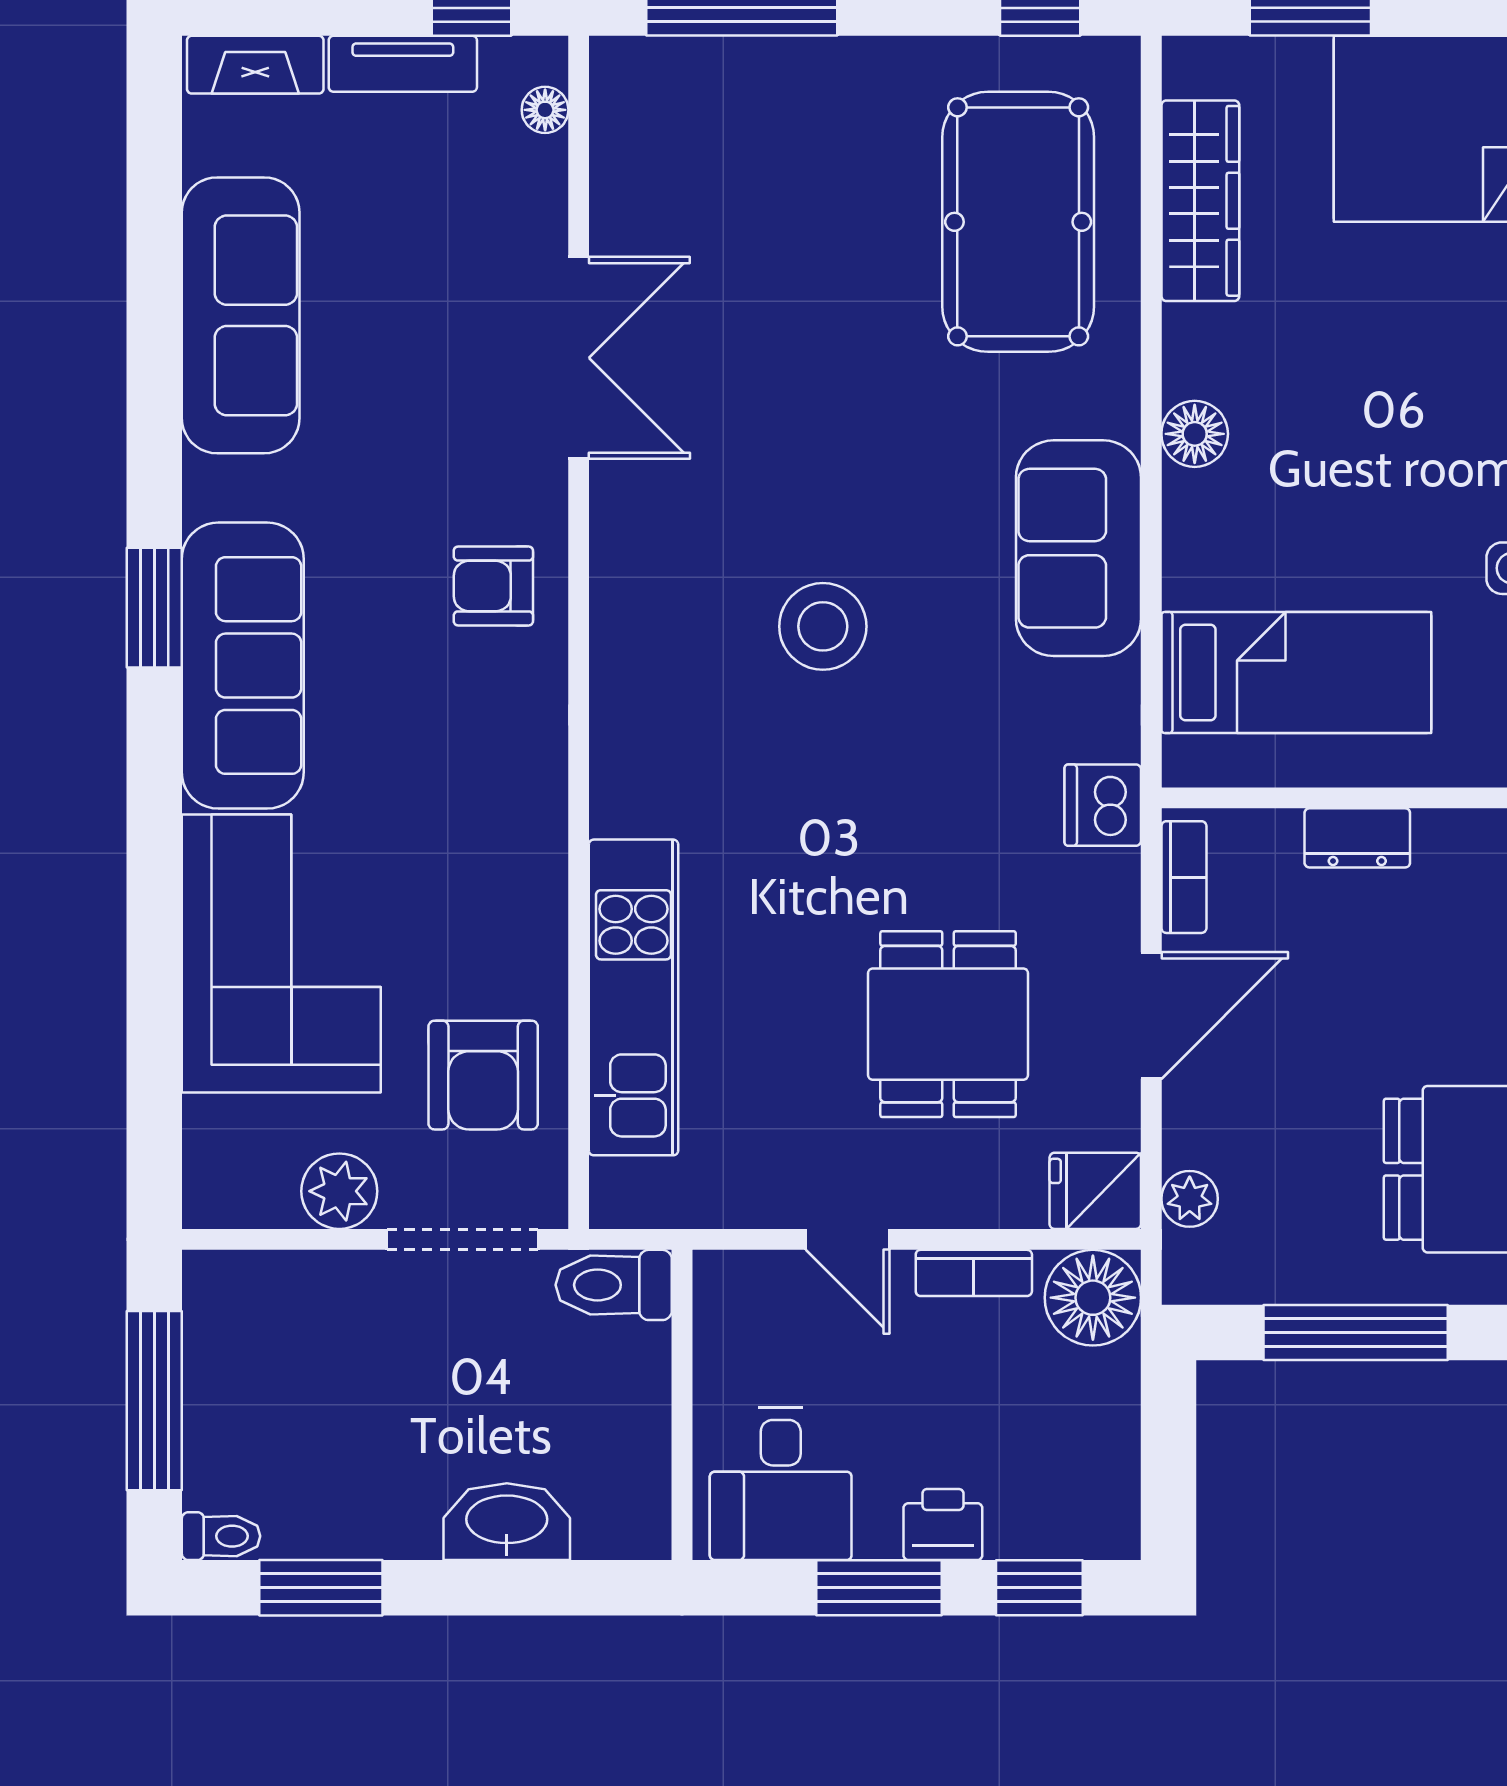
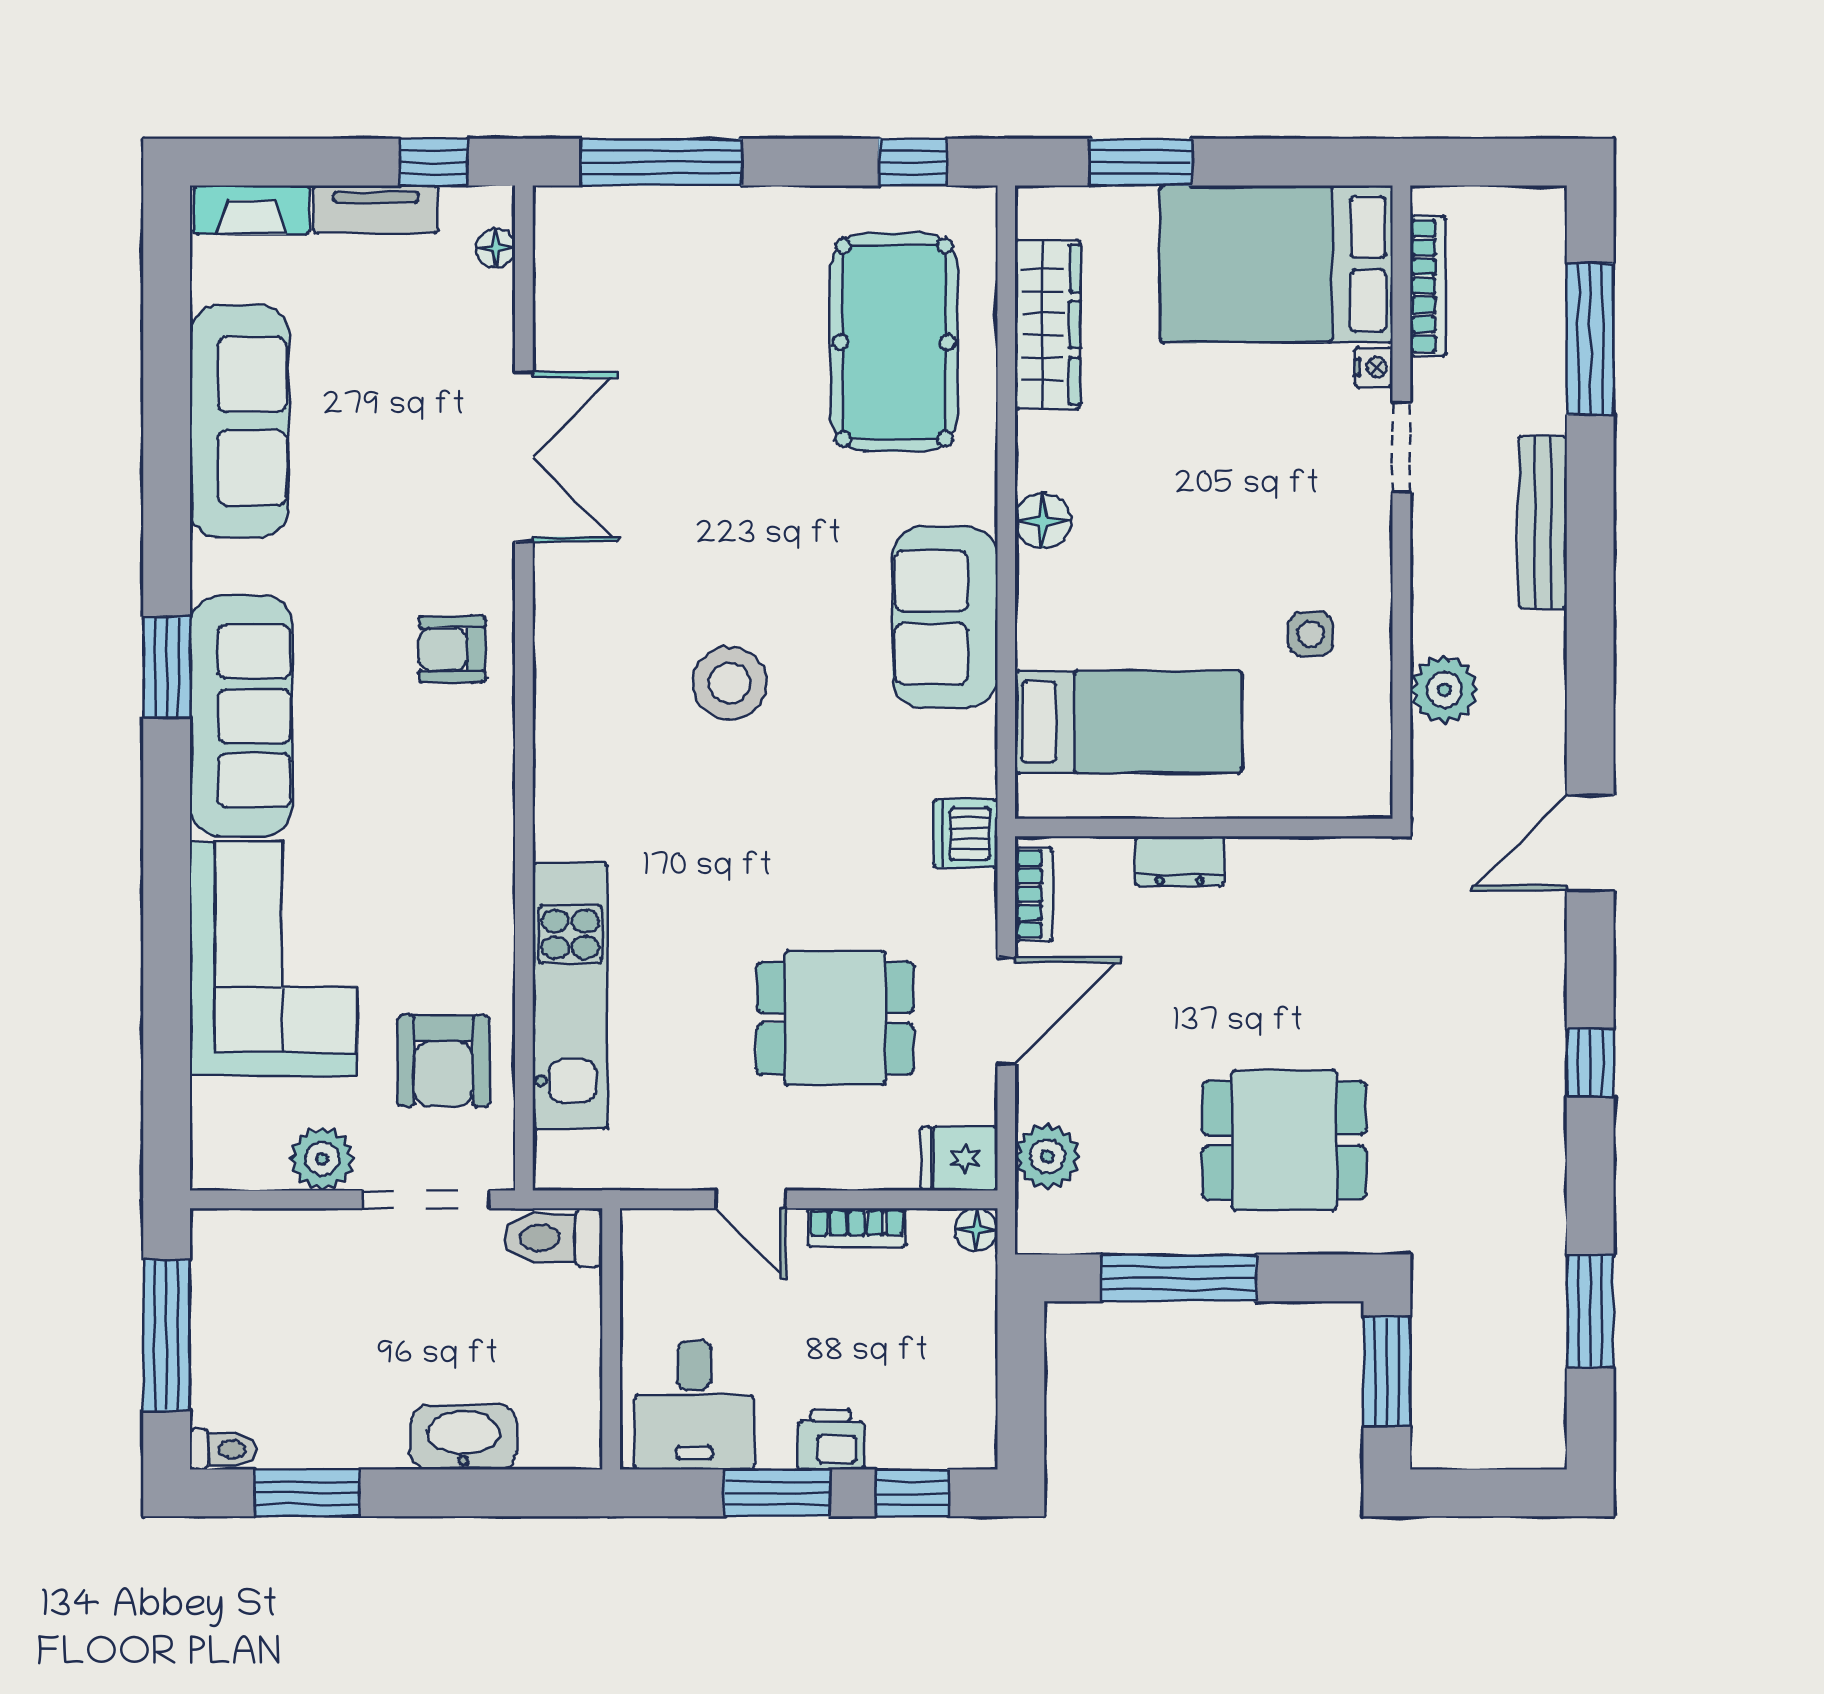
dining table: (948, 1024) -> (835, 1018), turned 90
plant: (1190, 1199) -> (1047, 1156), width x1.38, depth x1.38
floor lamp: (1093, 1298) -> (976, 1230), width x0.53, depth x0.53

